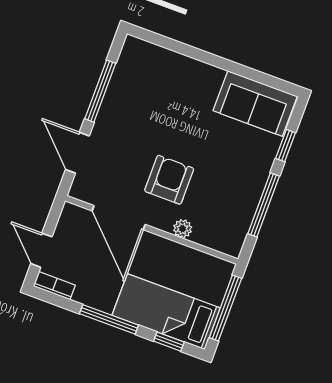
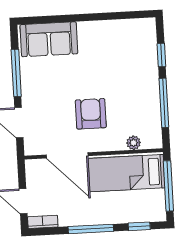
sofa: (255, 103) -> (49, 39), moved
plant: (183, 229) -> (133, 143), moved
bed: (166, 312) -> (126, 173), moved

